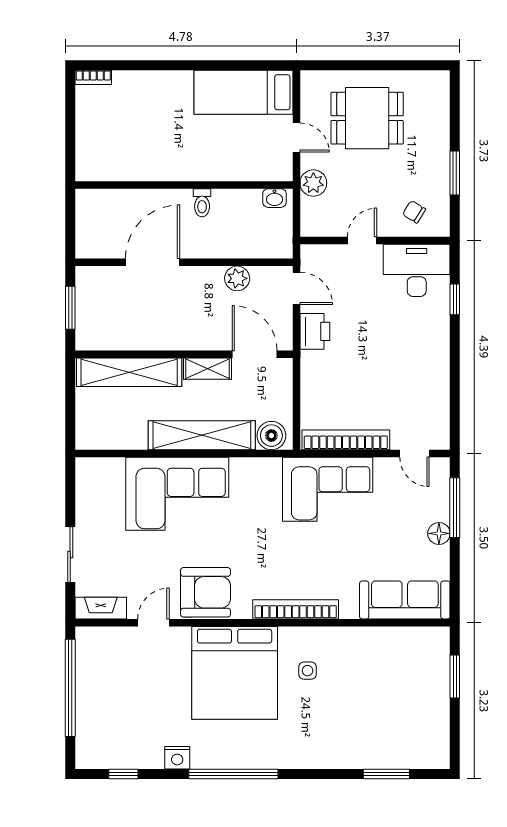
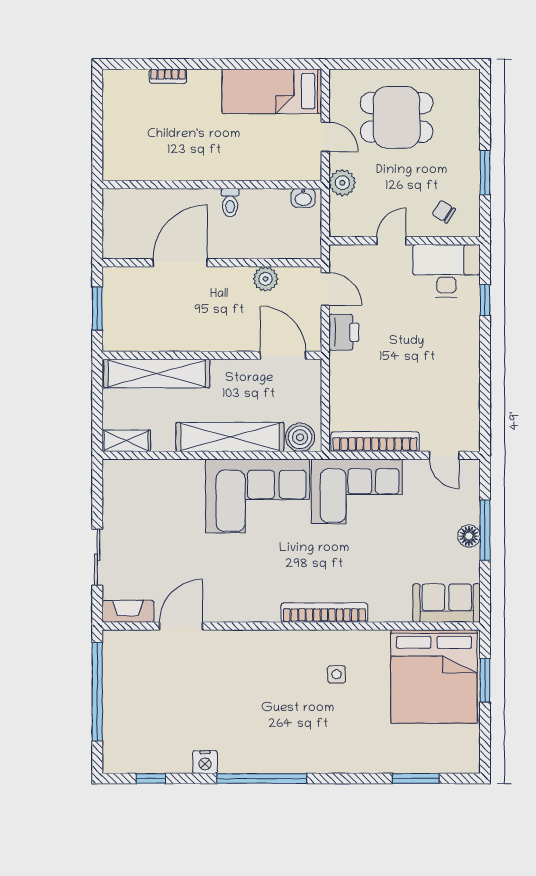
bookcase: (93, 77) -> (168, 76), moved
shelving: (208, 369) -> (126, 441), moved
corner sofa: (177, 494) -> (258, 496), moved
window: (455, 508) -> (485, 530), moved
armchair: (206, 592) -> (234, 595), removed
sofa: (405, 600) -> (447, 603), width x0.73
door: (153, 623) -> (181, 626), width x1.38
bed: (235, 673) -> (434, 677), moved

